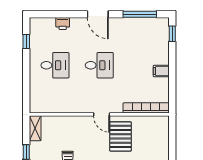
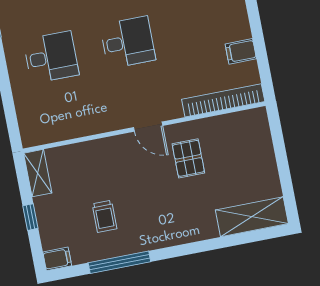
filing cabinet: (161, 71) -> (241, 51), moved
pallet: (121, 136) -> (188, 158), width x0.67, depth x0.71

